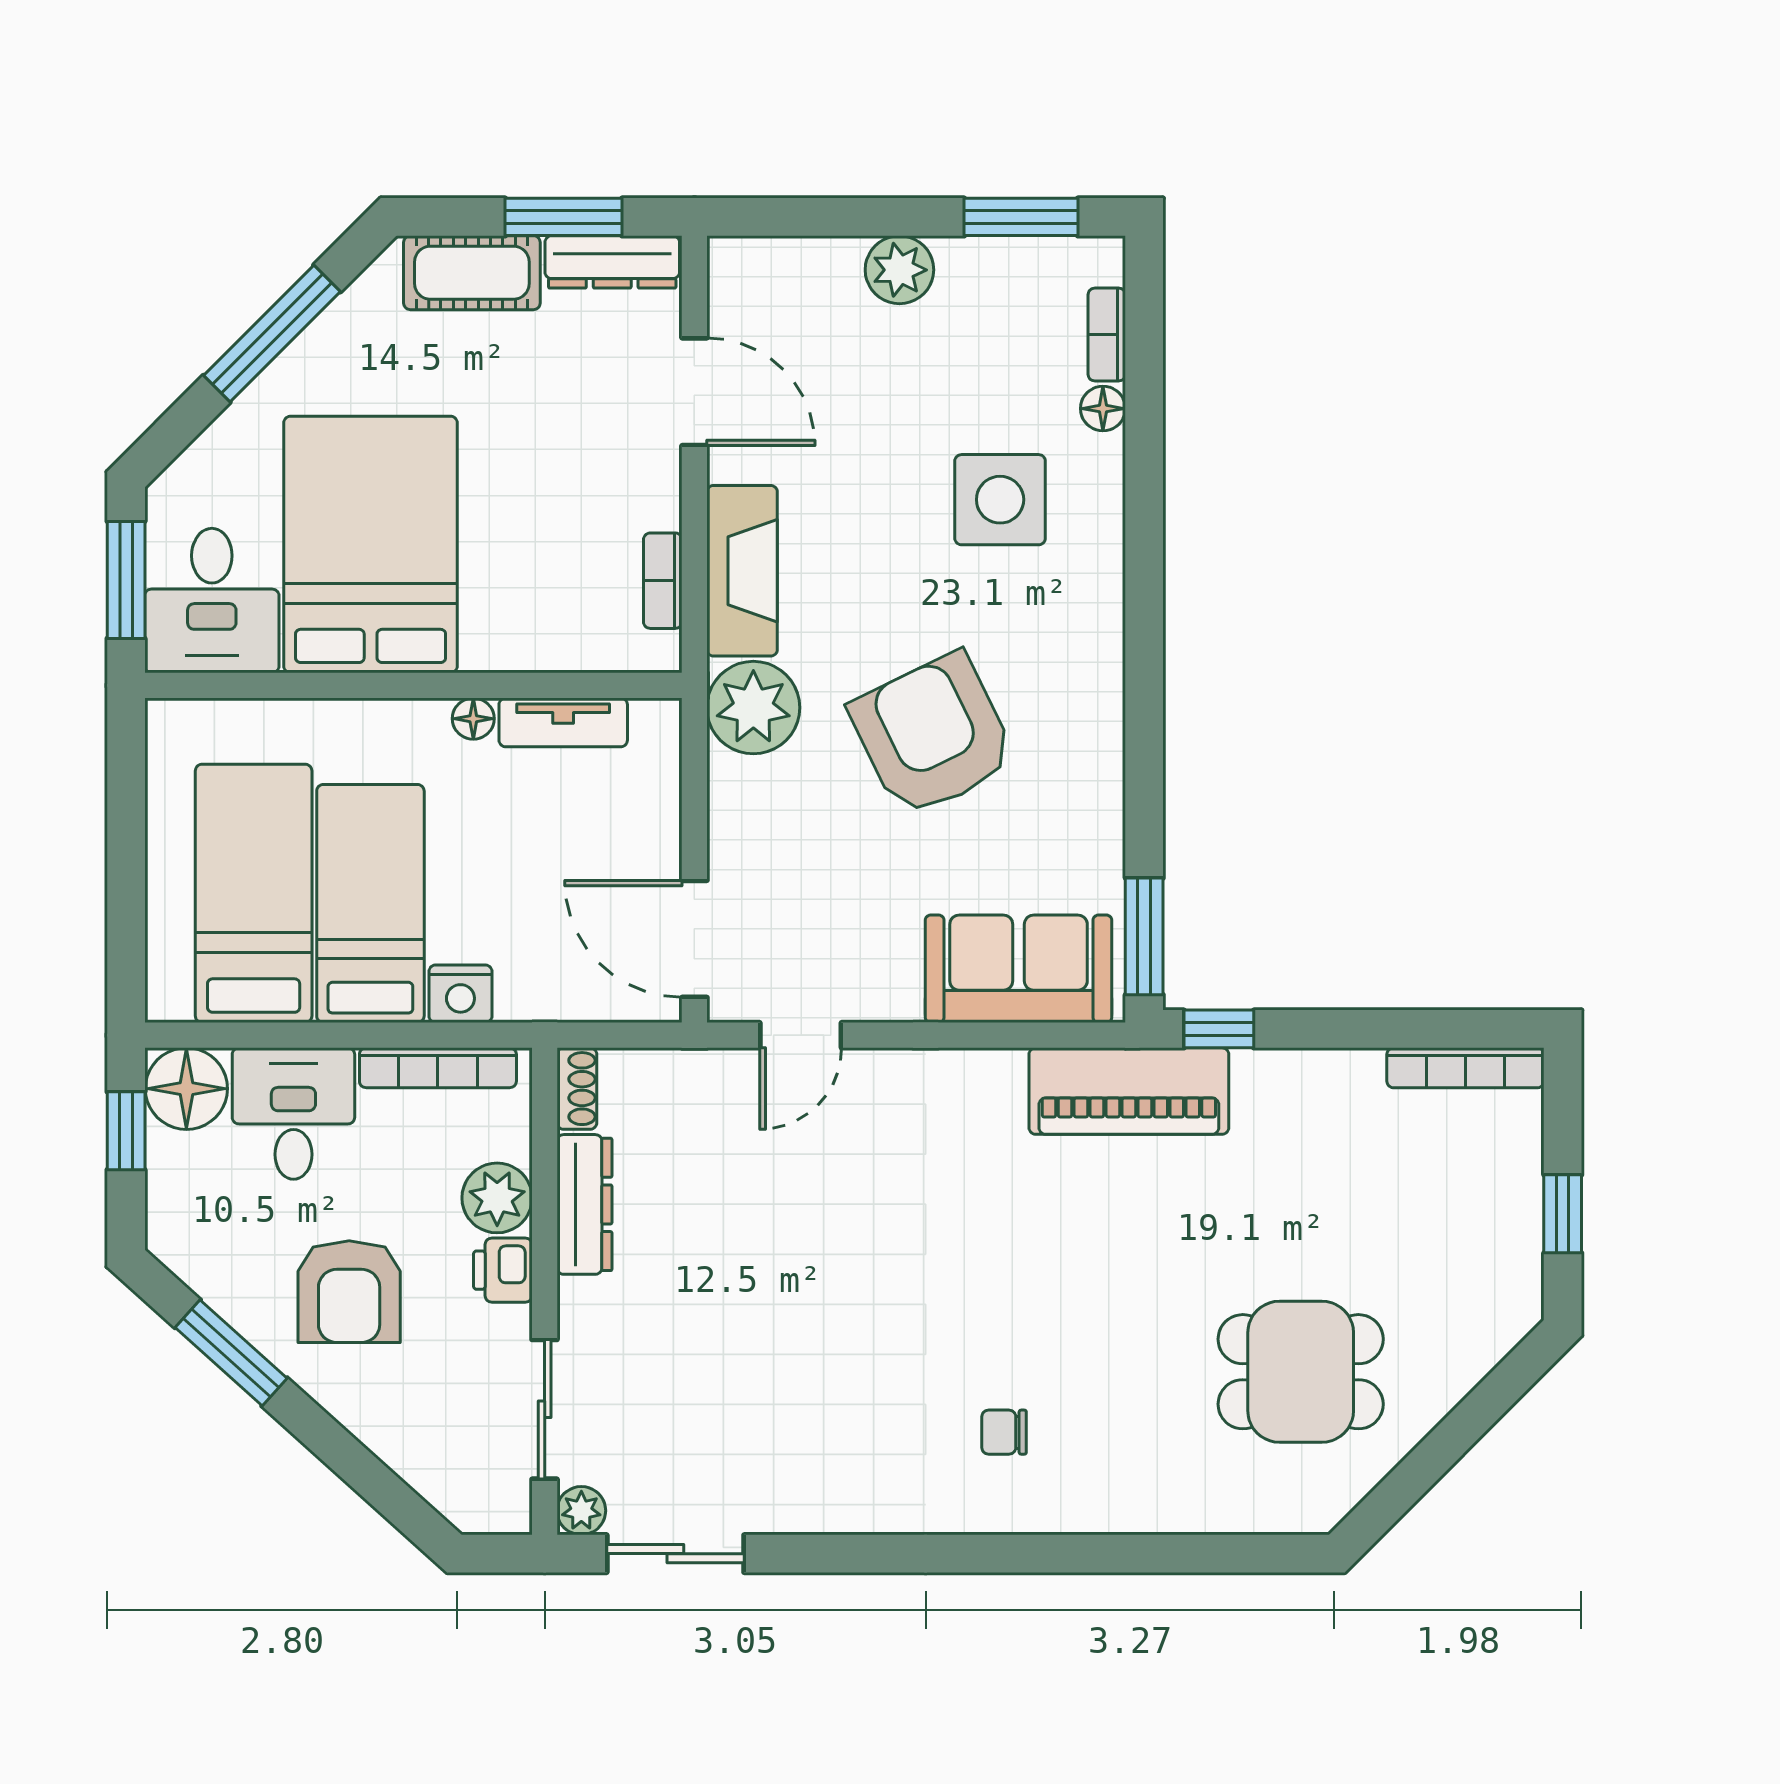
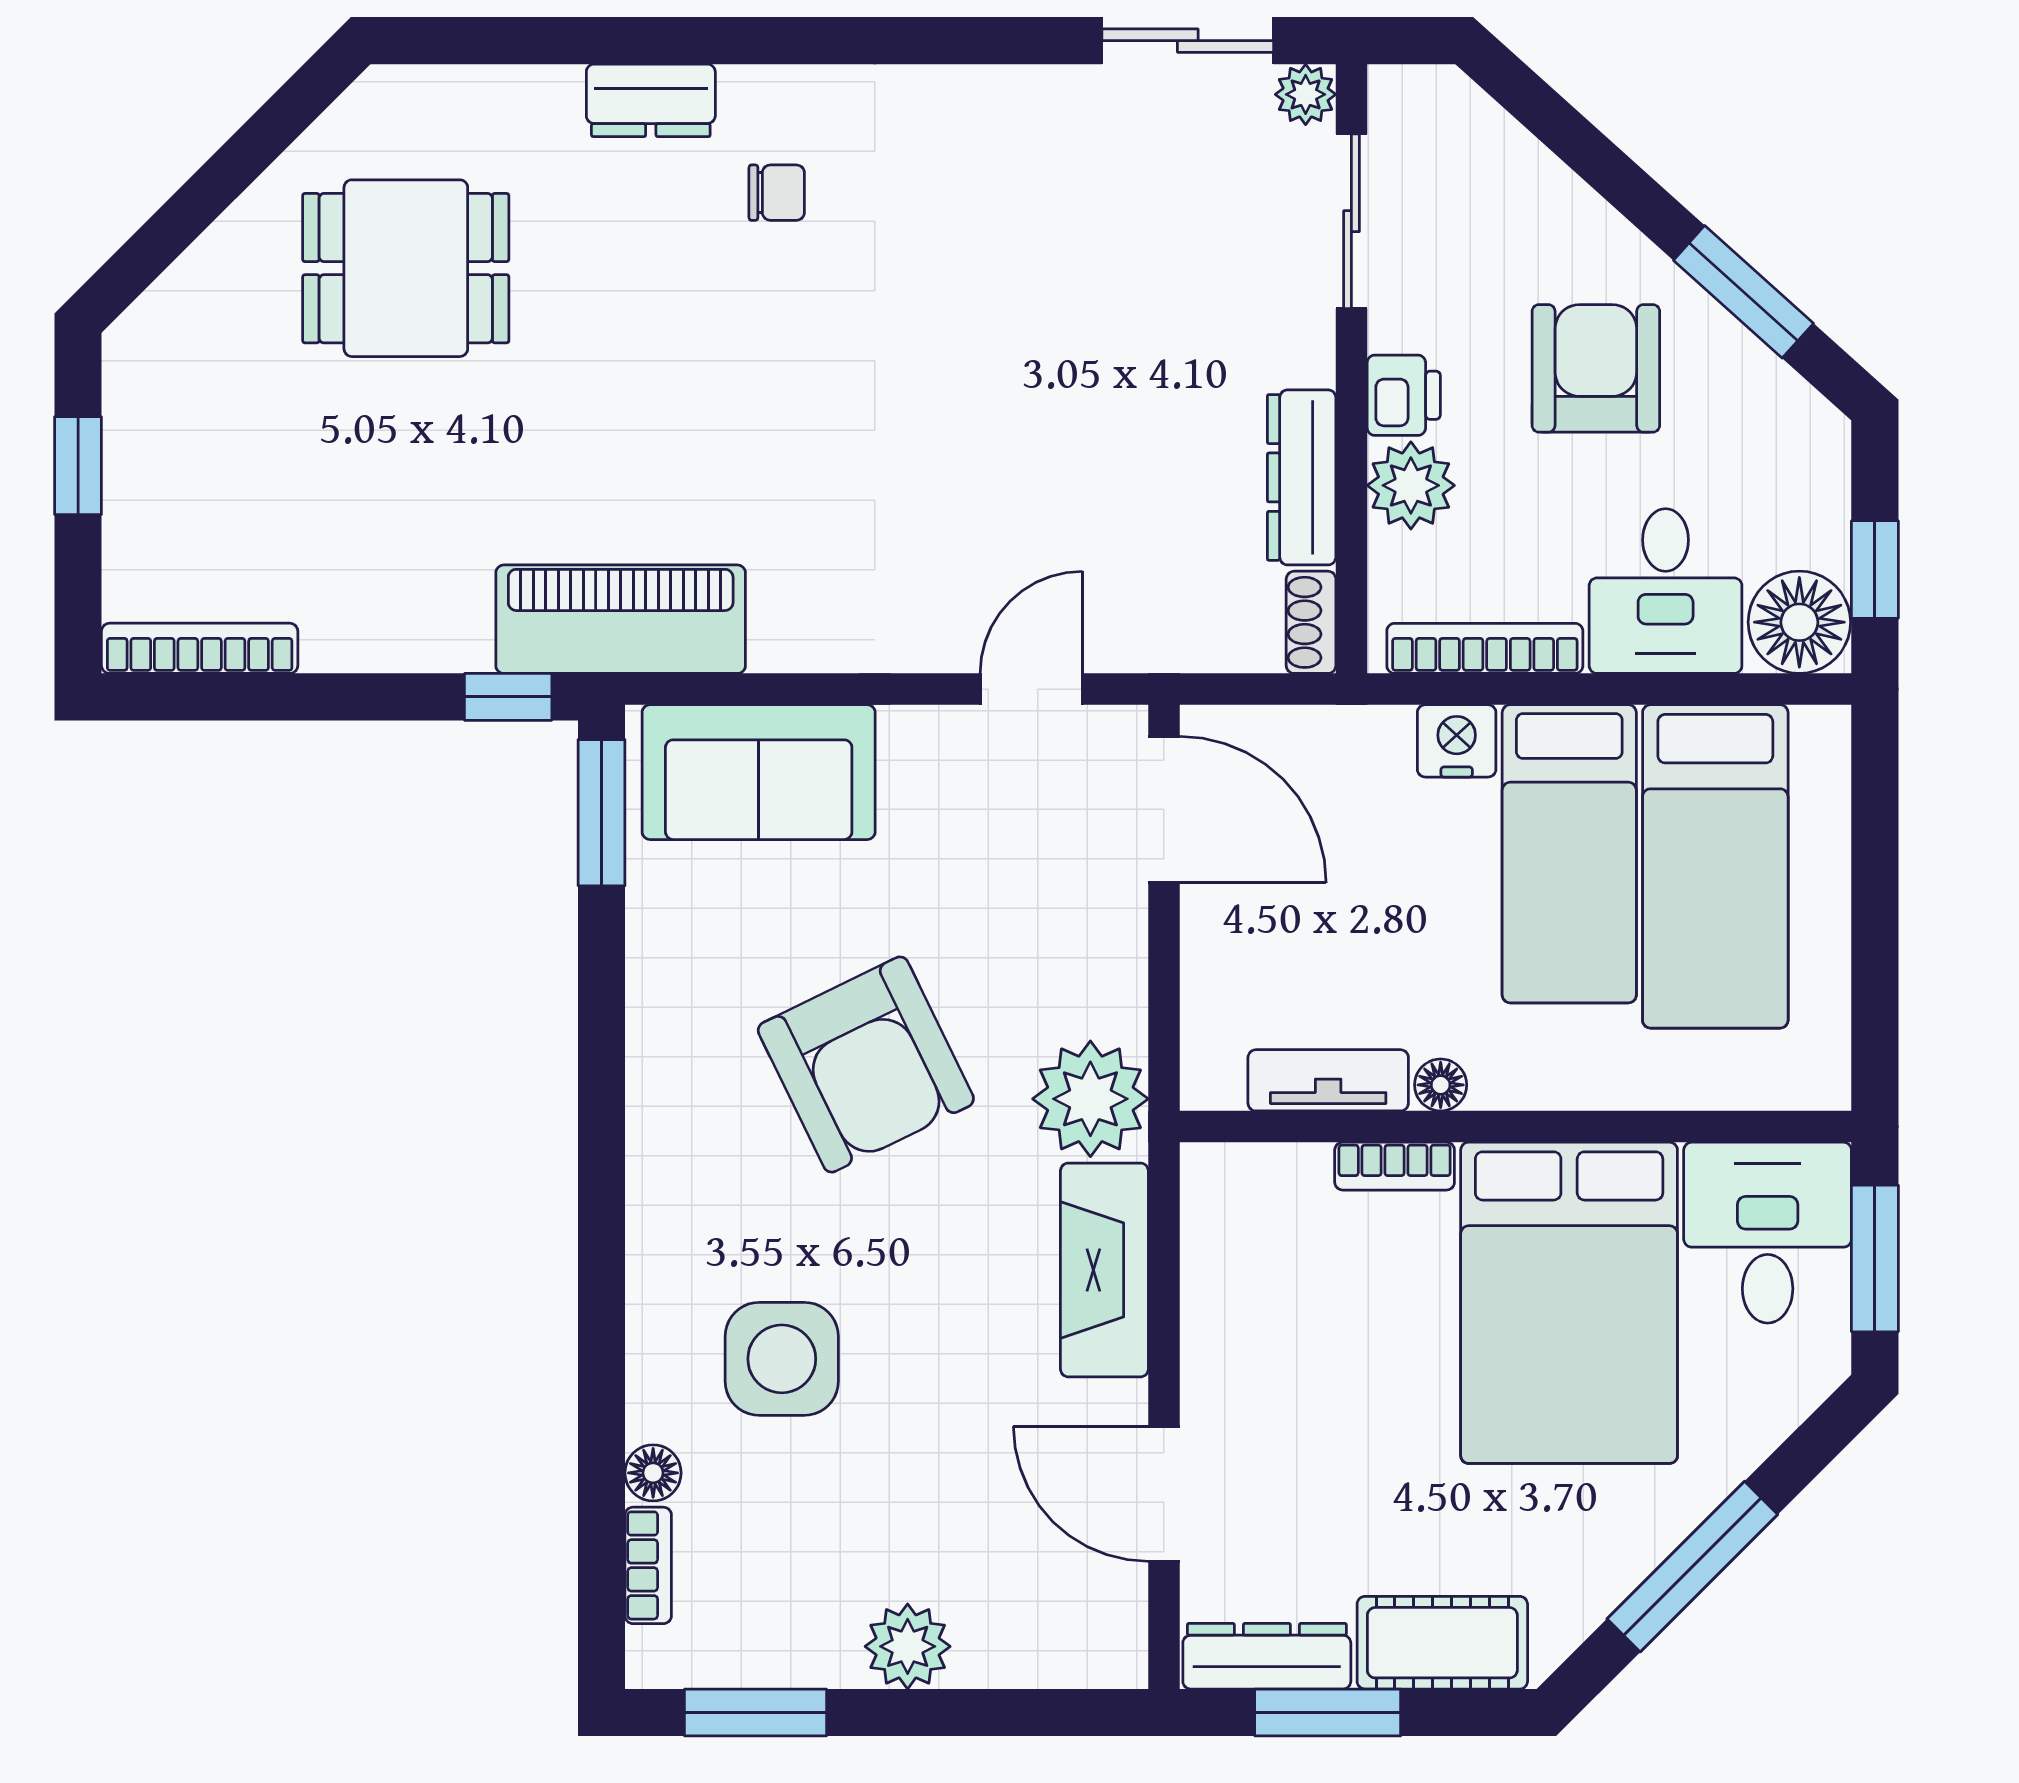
bookcase: (663, 581) -> (1395, 1166), moved, turned 90
dresser: (1105, 1506) -> (651, 100), added

